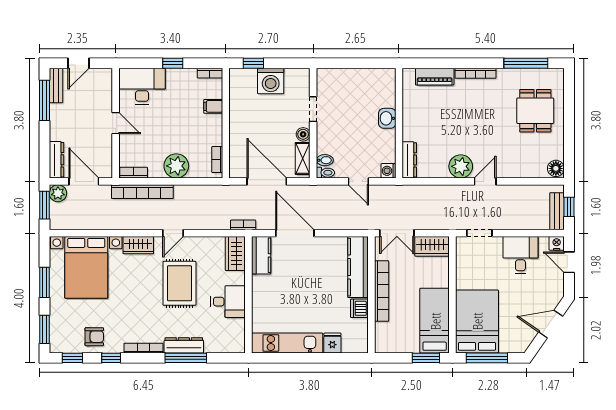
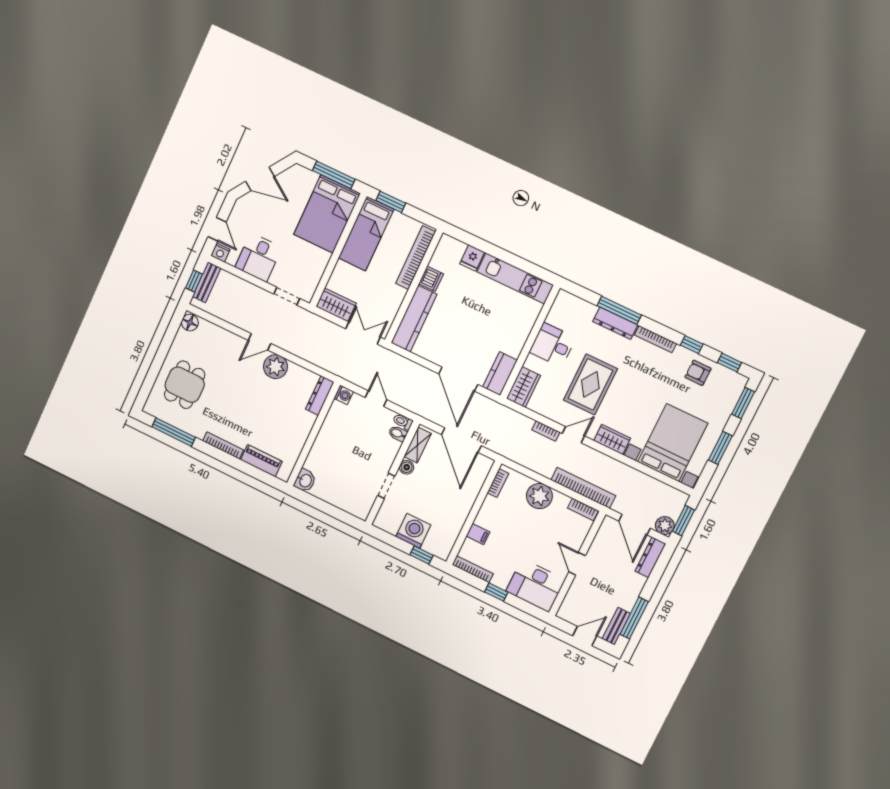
bookcase: (210, 73) -> (473, 569), width x1.56
washbasin: (387, 118) -> (305, 481), moved
bookcase: (243, 225) -> (546, 431), moved
bookcase: (382, 291) -> (416, 258), moved

